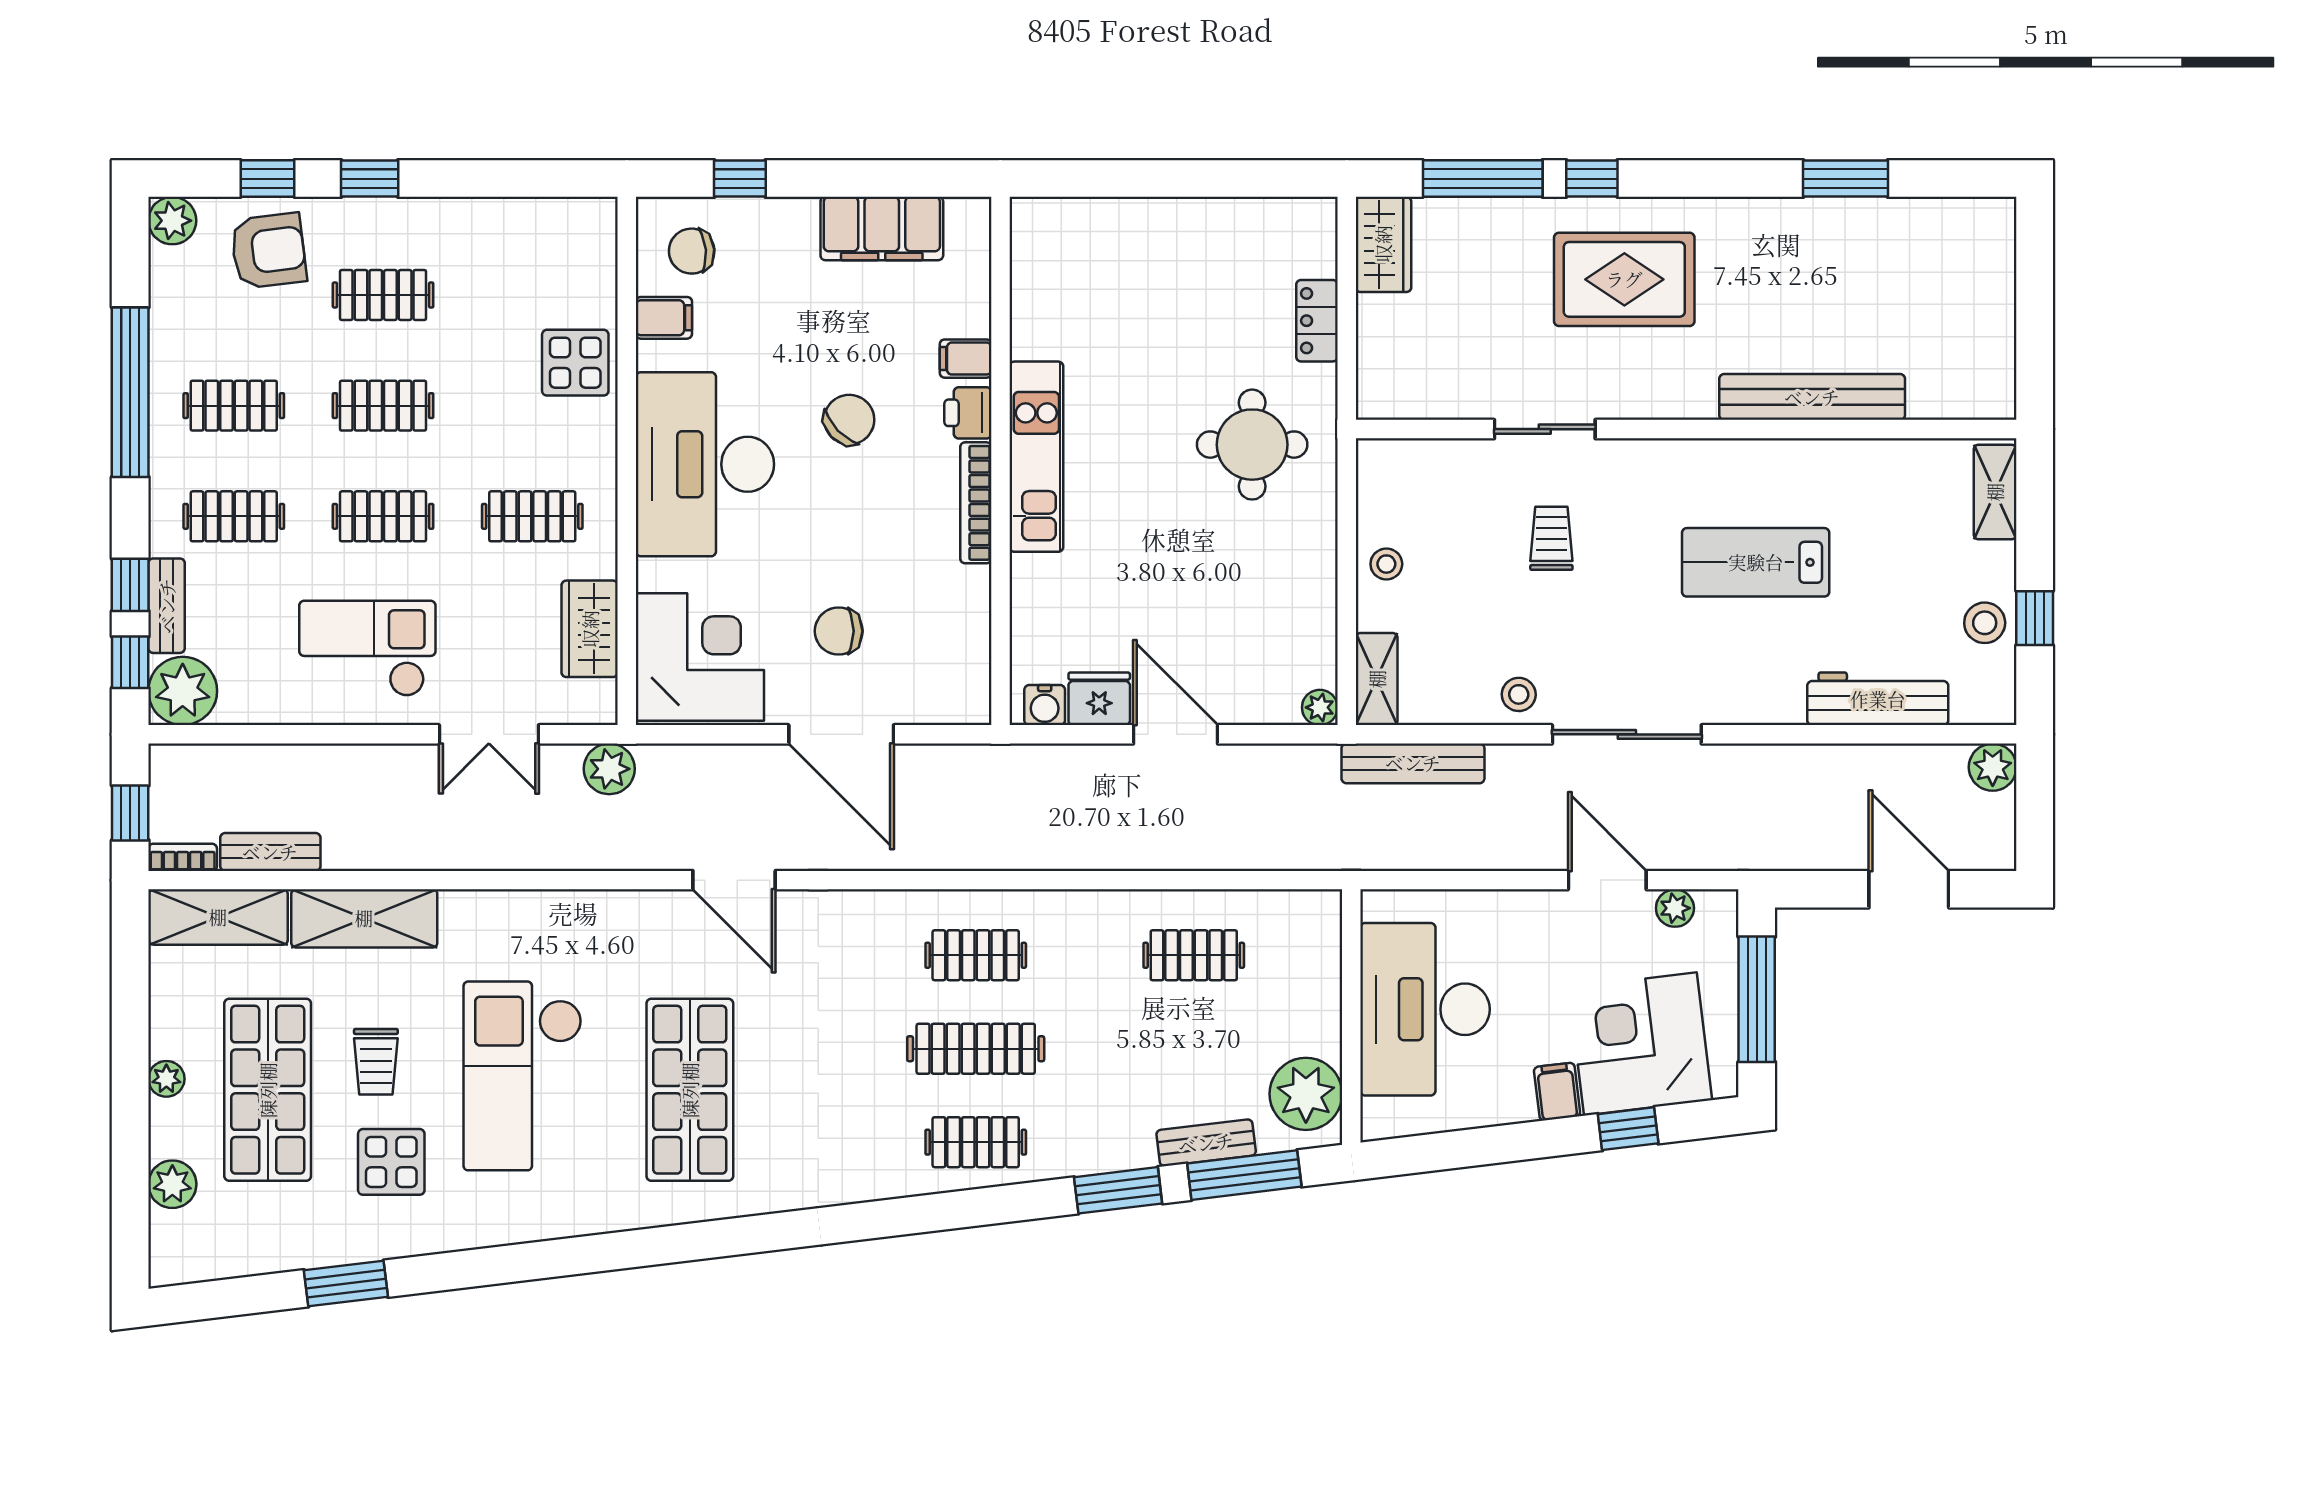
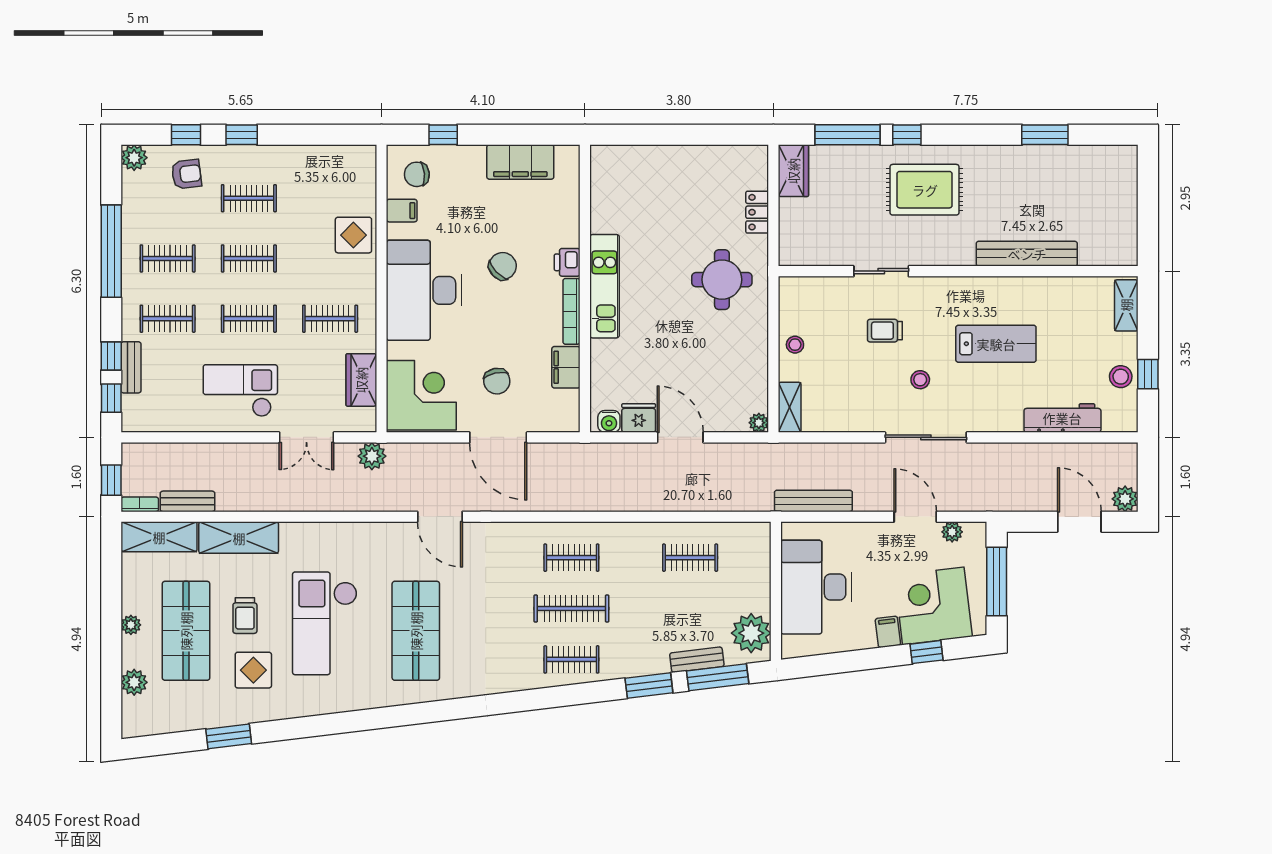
armchair: (268, 251) -> (186, 174), width x0.72, depth x0.72
filing cabinet: (966, 359) -> (566, 367), moved, width x2.00
trolley: (1551, 538) -> (885, 331), turned -90
lab bench: (1756, 562) -> (996, 344), turned 180
chair: (839, 631) -> (497, 381), turned -102
plant: (183, 691) -> (140, 414), removed
stool: (1519, 694) -> (920, 380), moved
bench: (1413, 763) -> (813, 501), moved
plant: (1993, 767) -> (1125, 499), moved

